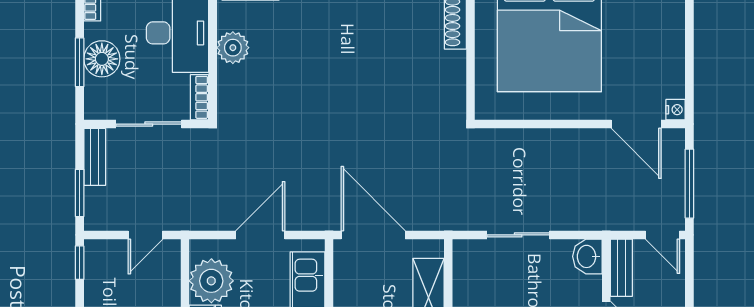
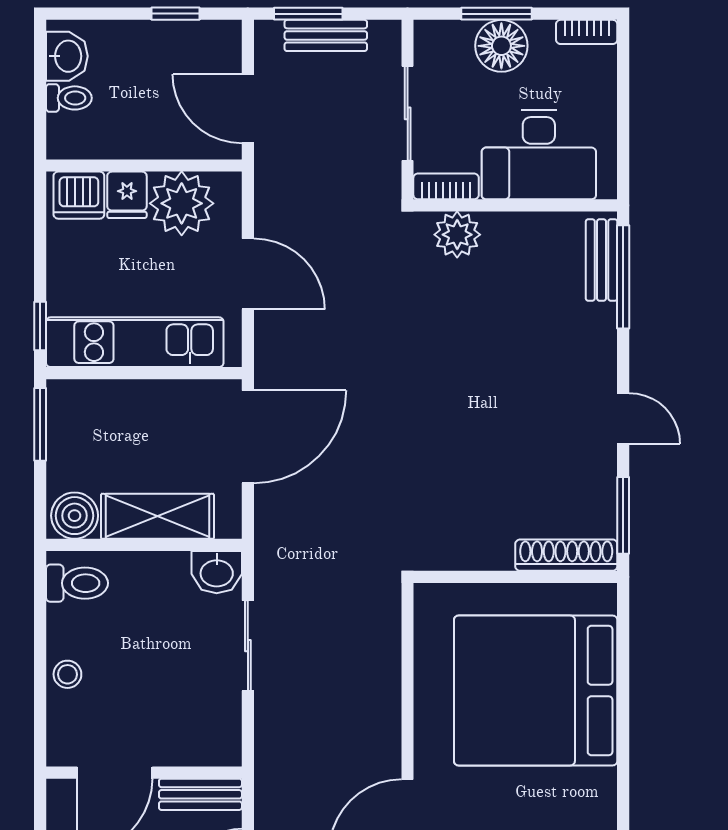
plant: (233, 48) -> (457, 235), moved
bench: (95, 157) -> (326, 35), moved
door: (146, 235) -> (248, 109), width x1.38
washbasin: (587, 256) -> (217, 572), moved, turned 180
window: (80, 263) -> (175, 14), moved

